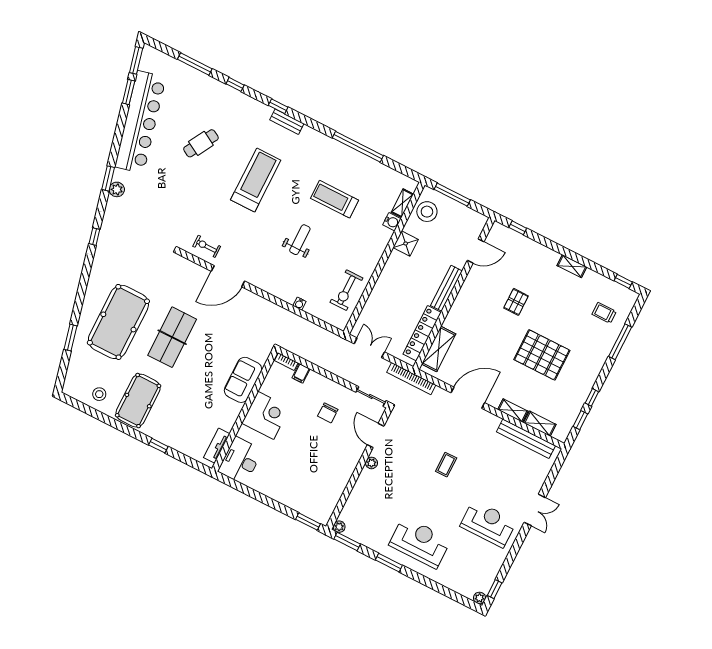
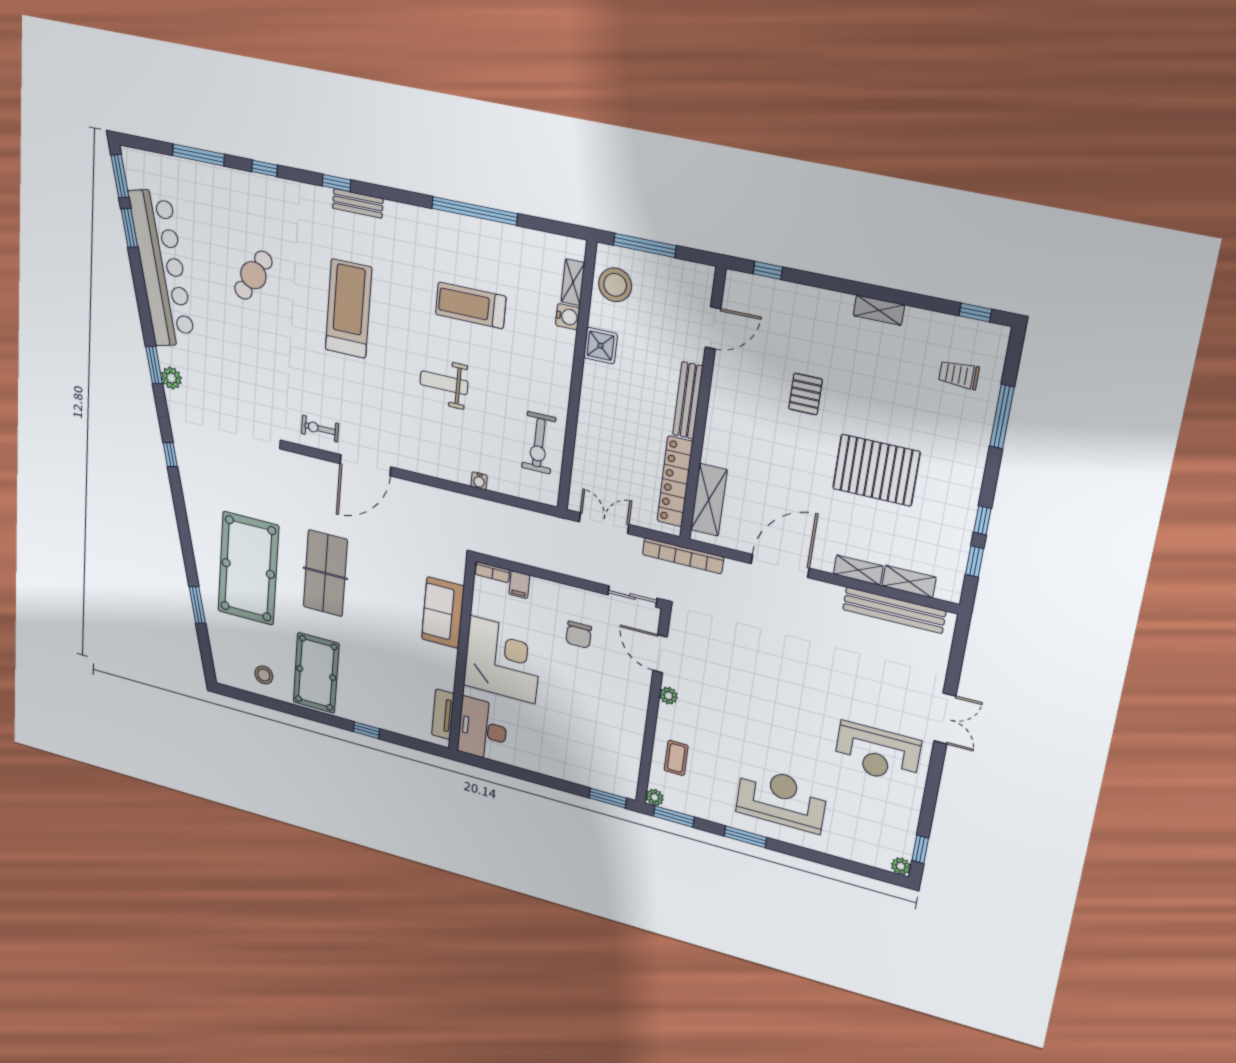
weight bench: (300, 240) -> (444, 383), turned -90
corner desk: (266, 415) -> (503, 660), width x1.36, depth x1.36
coffee table: (446, 465) -> (676, 758), moved
reception desk: (488, 524) -> (877, 753), turned 180

